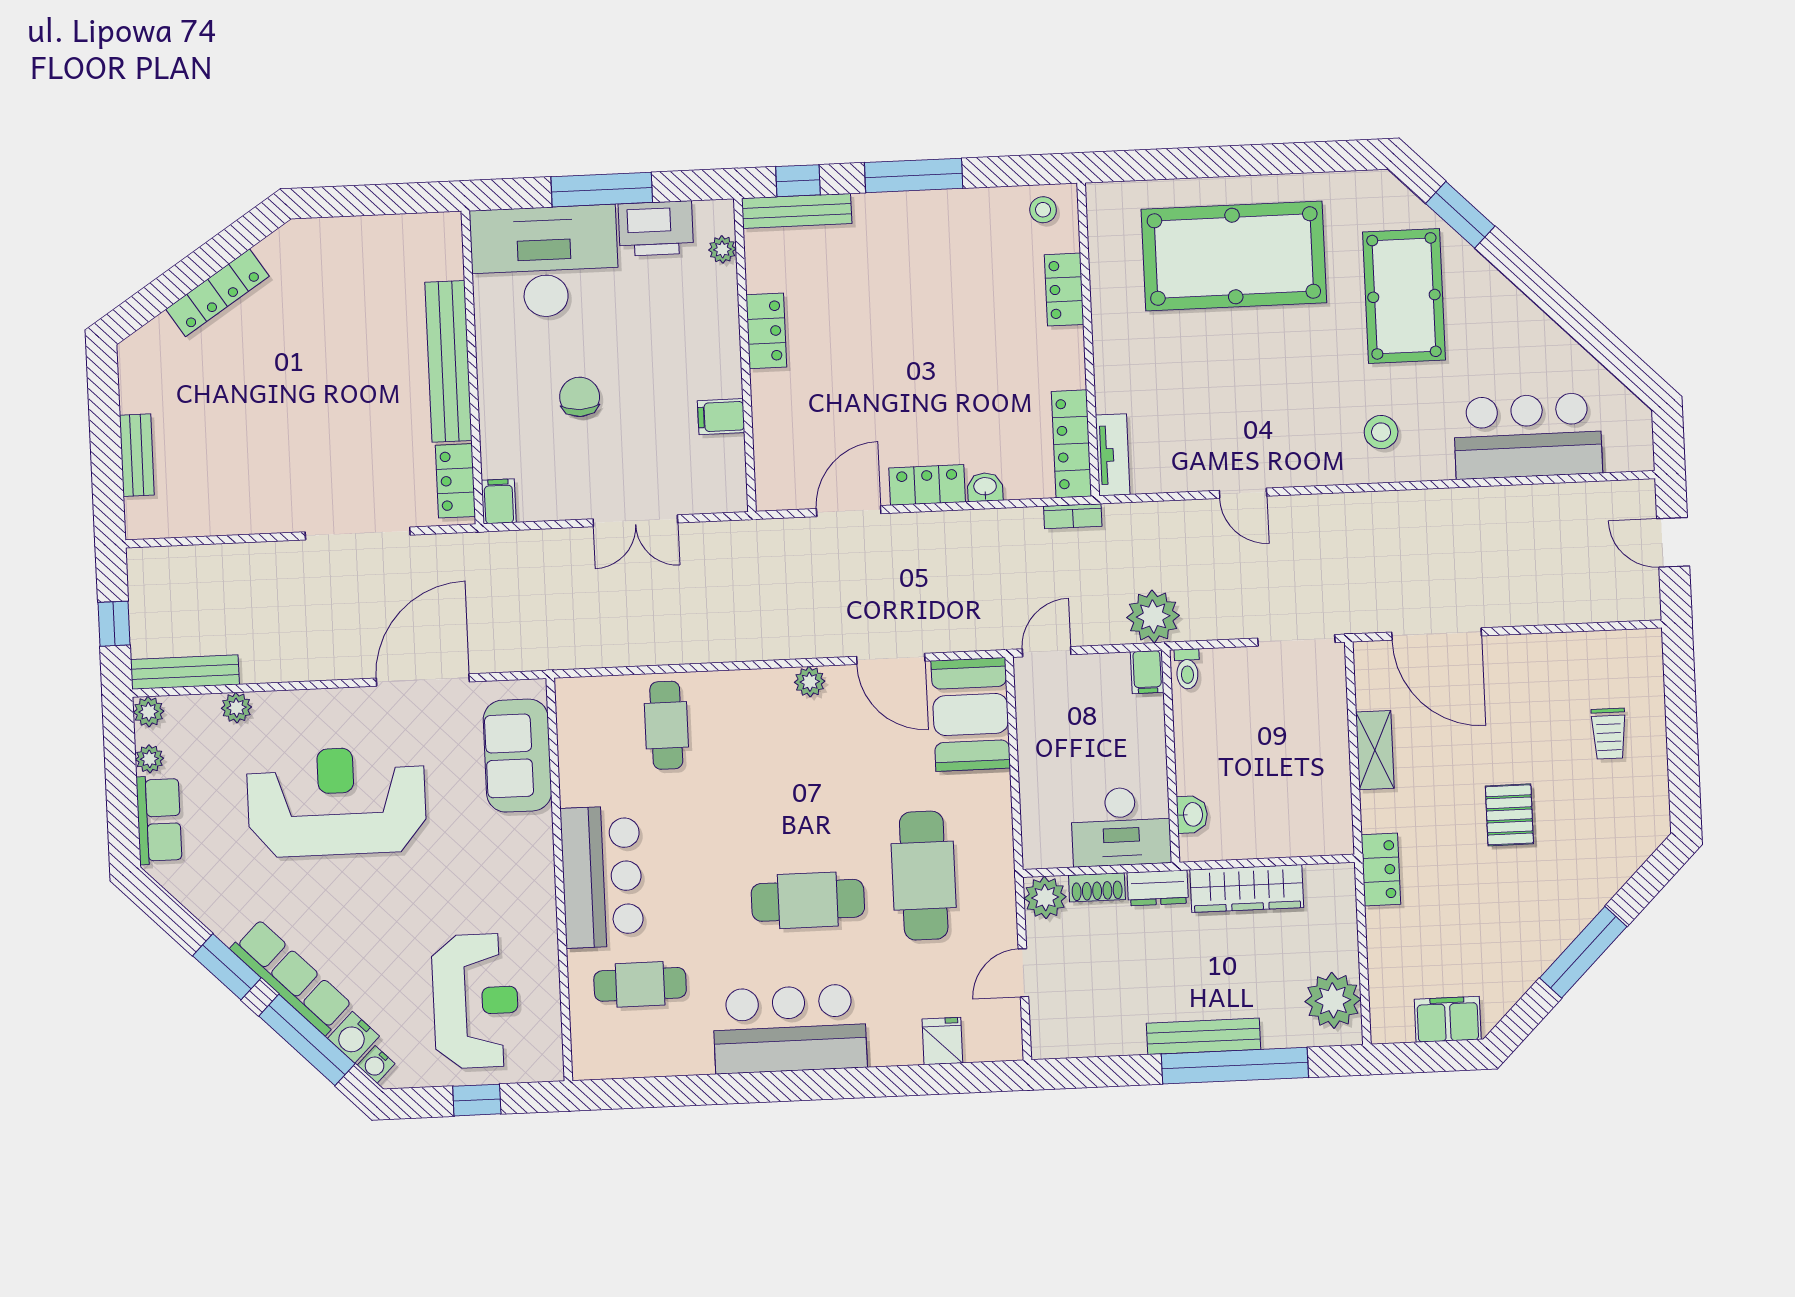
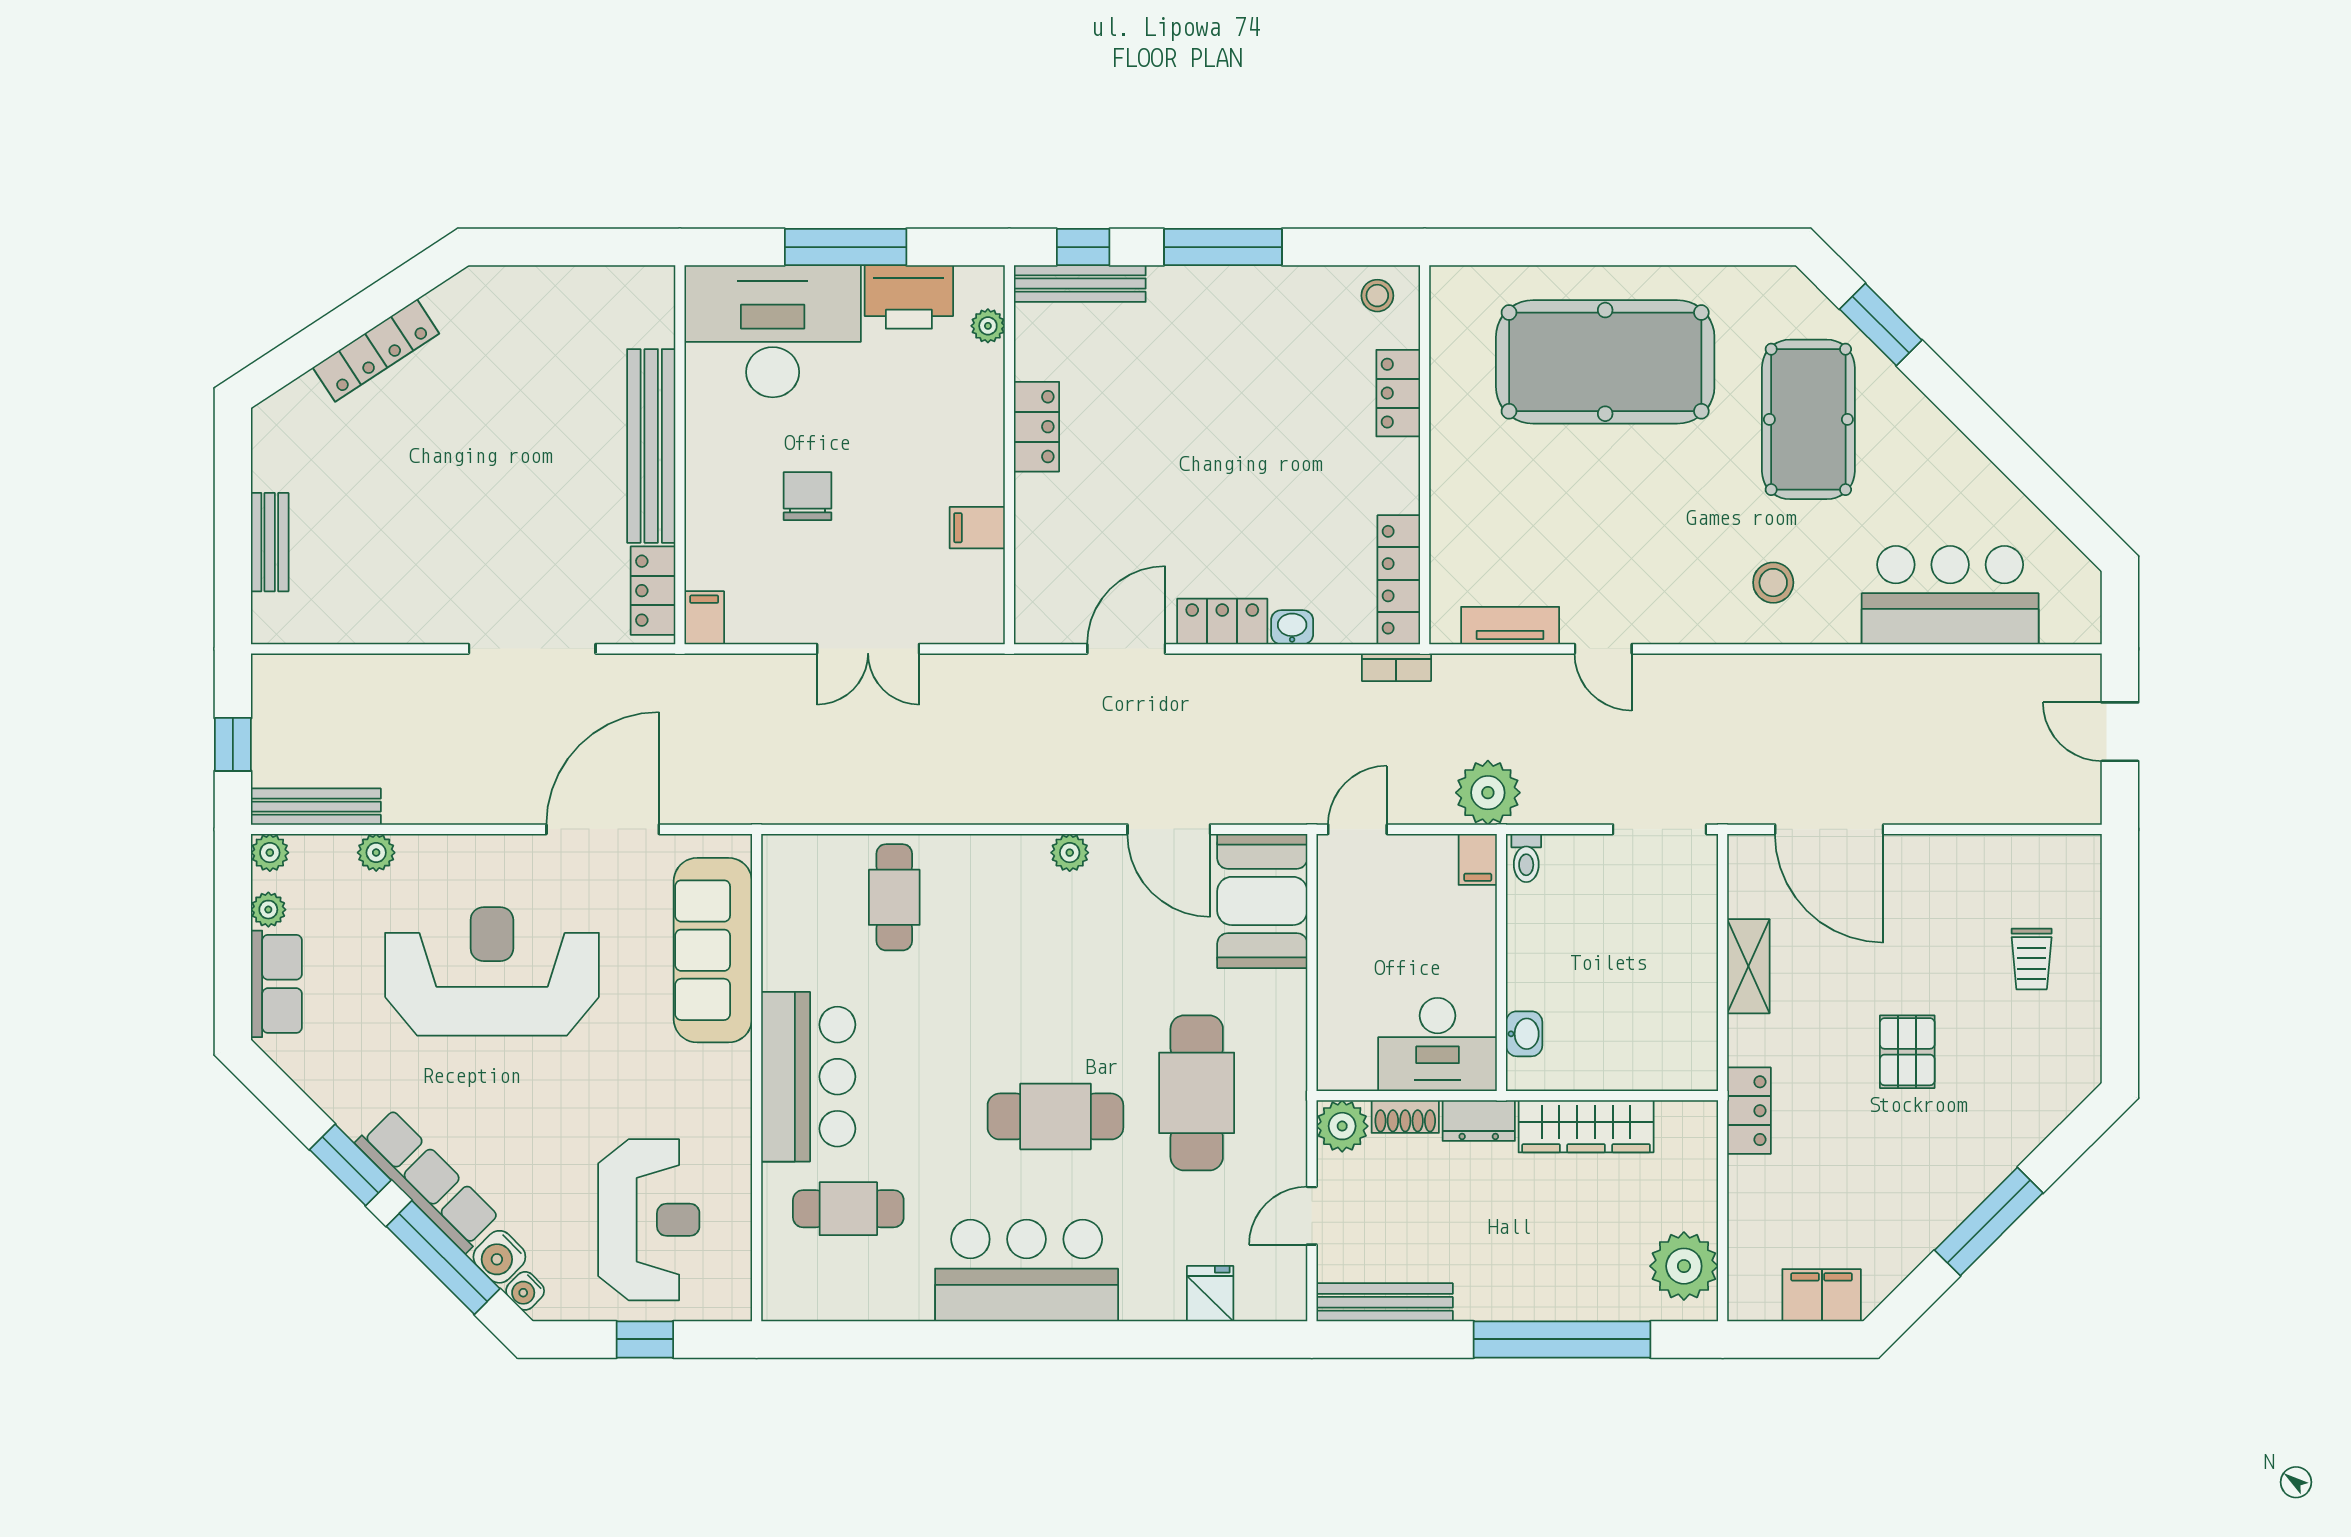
tv unit: (1113, 455) -> (1510, 626), moved, turned -90
sofa: (517, 756) -> (713, 950), width x1.36
bench: (1204, 1036) -> (1385, 1302), moved

